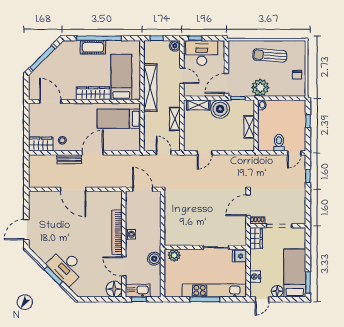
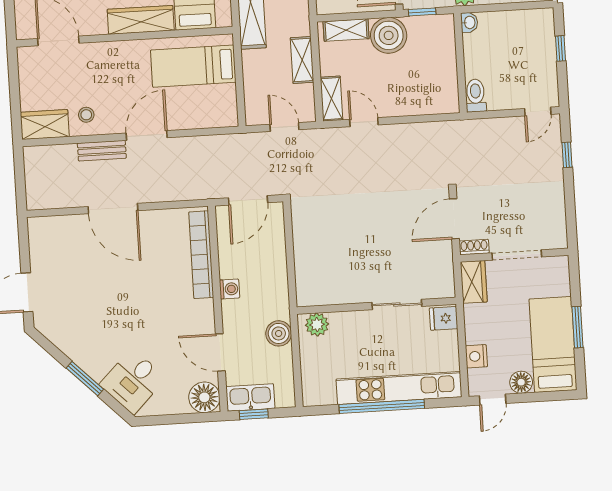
shelving: (249, 127) -> (331, 99), moved
toilet: (279, 143) -> (476, 96), moved
door: (205, 153) -> (364, 122), swing flipped
door: (143, 189) -> (248, 200), swing flipped
bookcase: (117, 232) -> (201, 255), moved
desk: (66, 267) -> (133, 381), moved, width x0.73
window: (308, 282) -> (578, 327), moved
window: (205, 299) -> (382, 406), width x1.46

